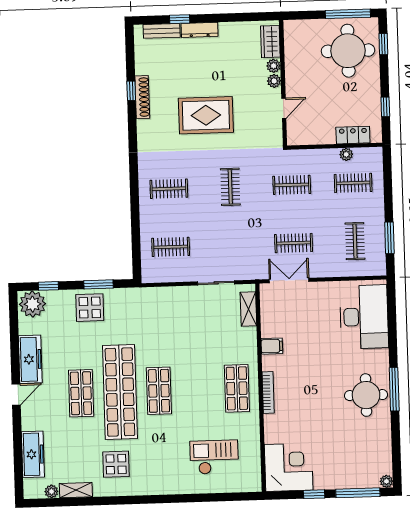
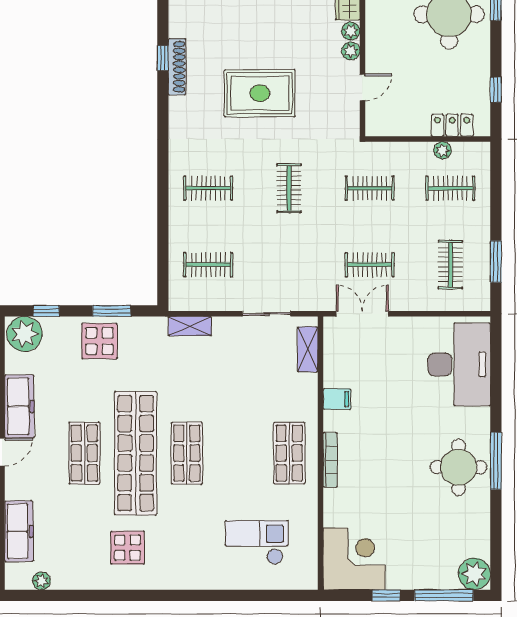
plant: (386, 481) -> (474, 574), width x1.88, depth x1.88
shelving: (76, 490) -> (190, 326), moved

